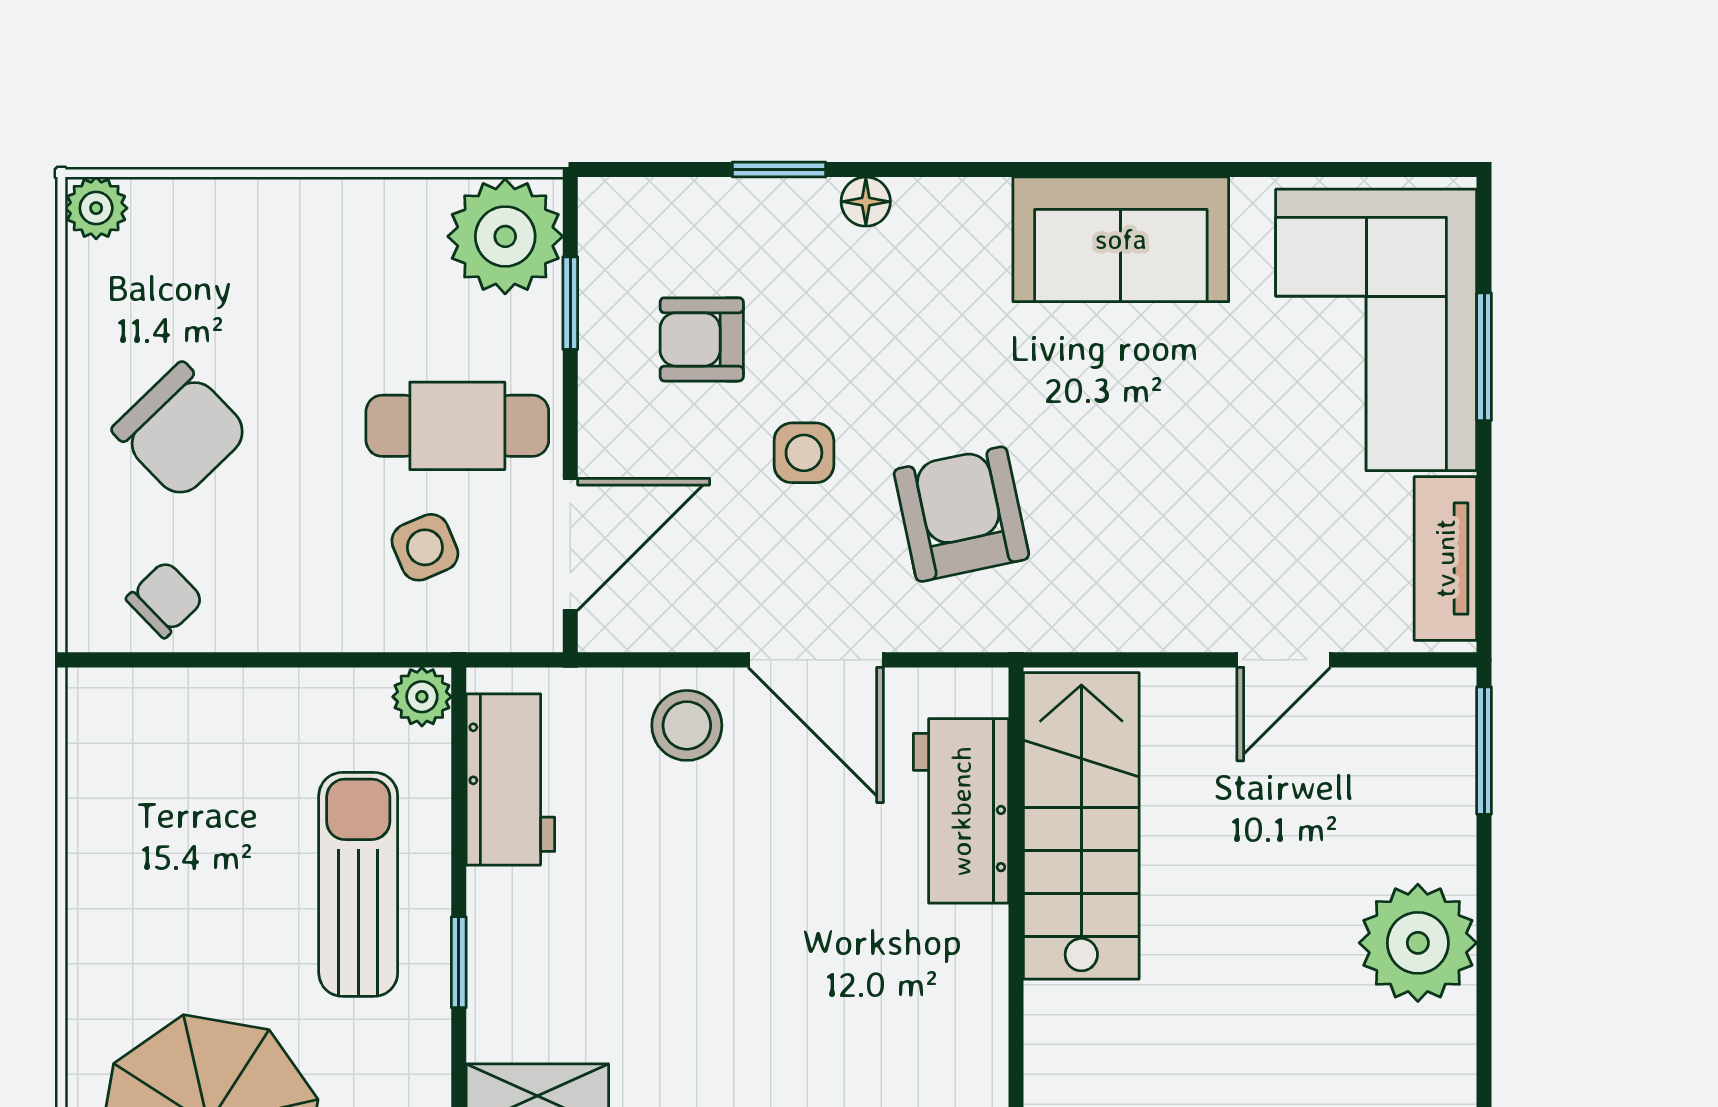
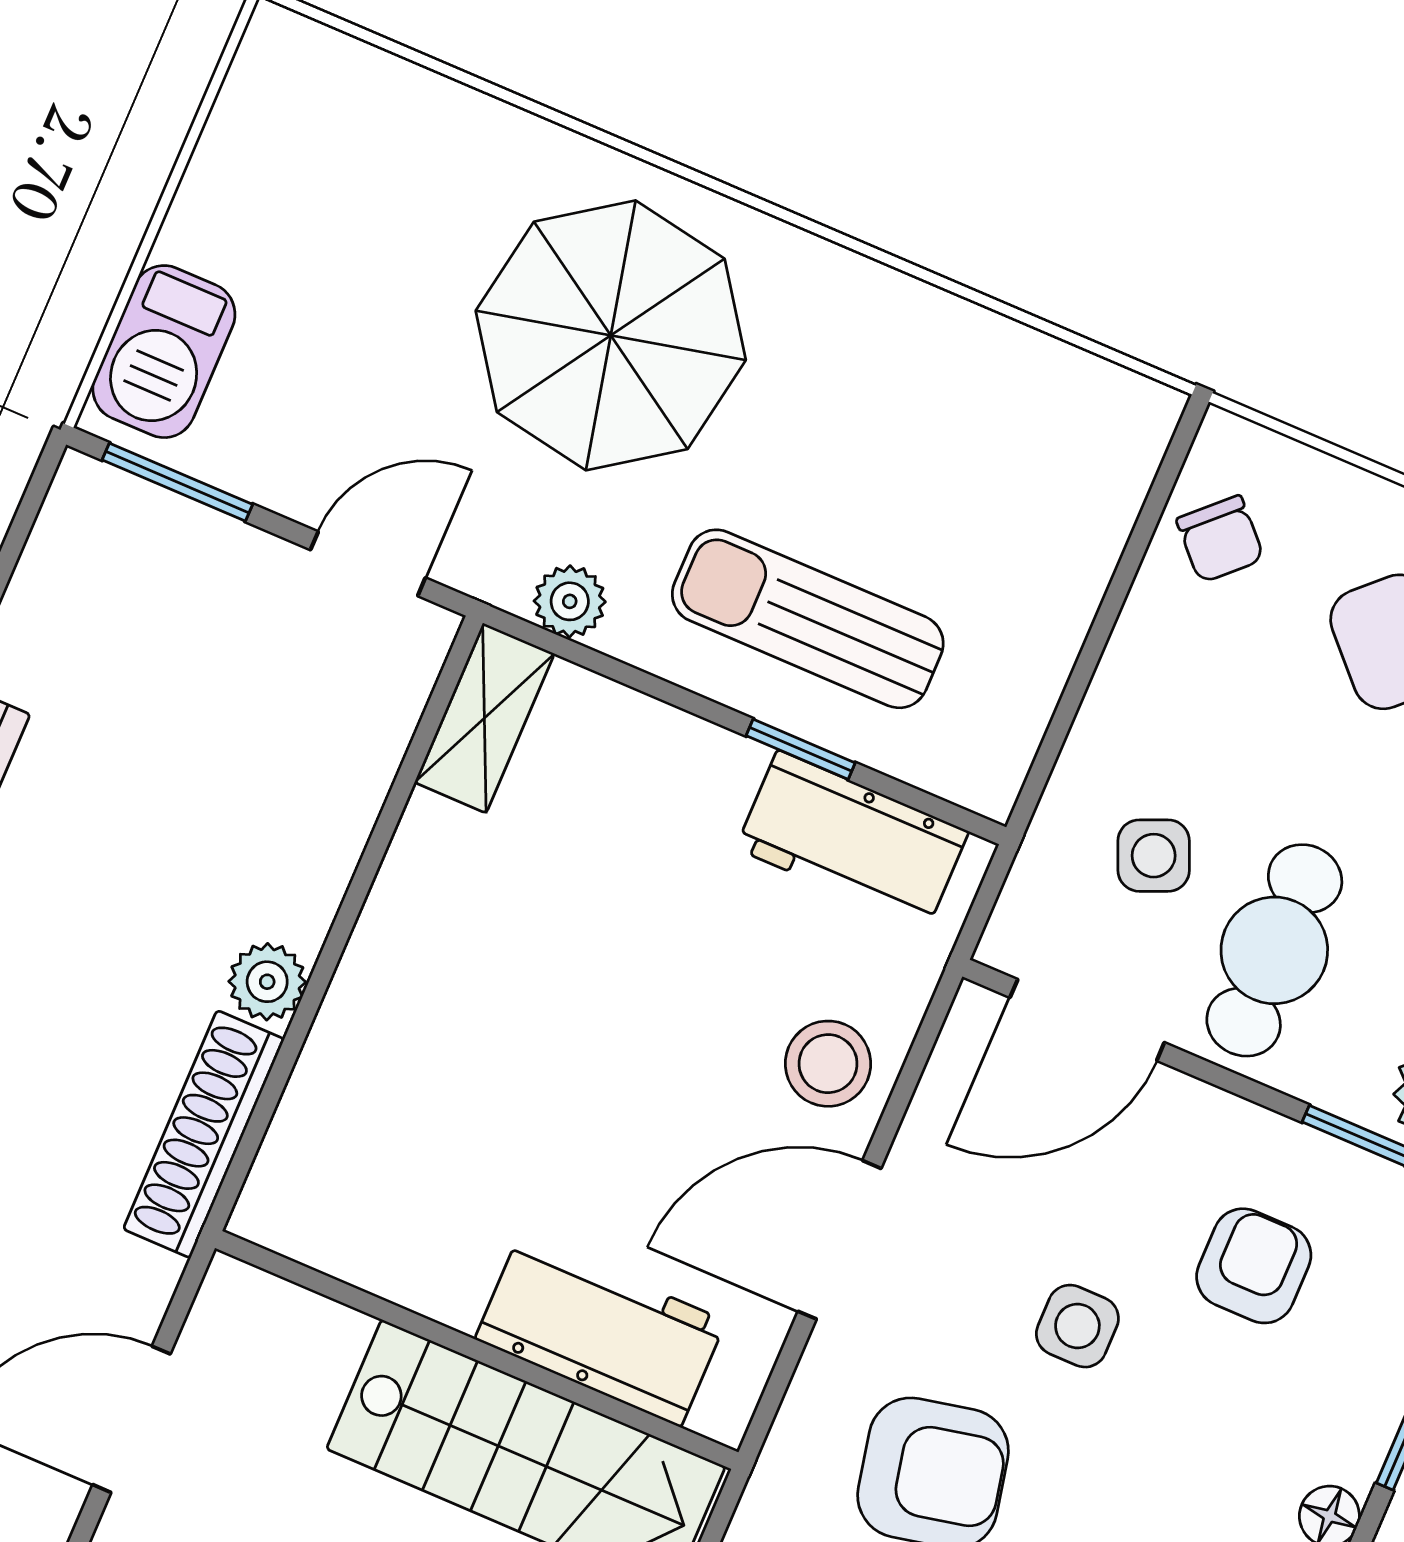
door: (570, 544) -> (1087, 1020), hinge flipped
plant: (422, 697) -> (570, 601), moved
sun lounger: (358, 884) -> (808, 619), turned 180
window: (459, 962) -> (801, 749), moved

